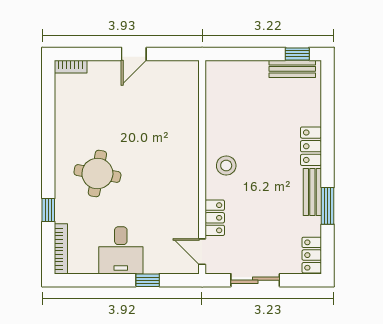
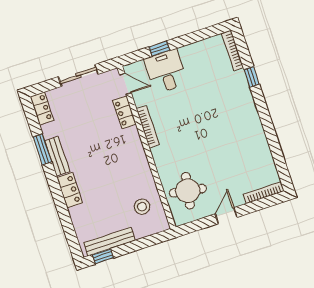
bookcase: (71, 67) -> (264, 193), width x1.56
bench: (292, 69) -> (109, 242), width x1.36
stool: (226, 166) -> (142, 207), moved
round table: (97, 173) -> (188, 191), moved
bookcase: (192, 191) -> (148, 127), added
desk: (121, 250) -> (166, 71), moved

